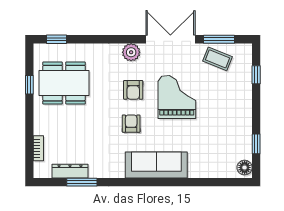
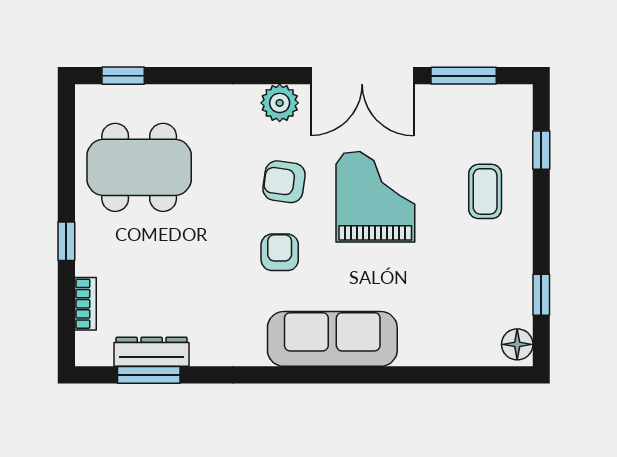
double door: (170, 39) -> (362, 76), swing flipped
coffee table: (217, 59) -> (485, 191), moved, turned 68
window: (29, 85) -> (66, 241), moved
armchair: (133, 90) -> (284, 182), turned 98
window: (82, 182) -> (149, 375), moved

